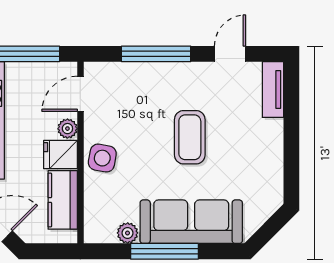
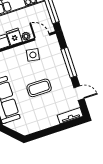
side table: (102, 158) -> (33, 55), moved

